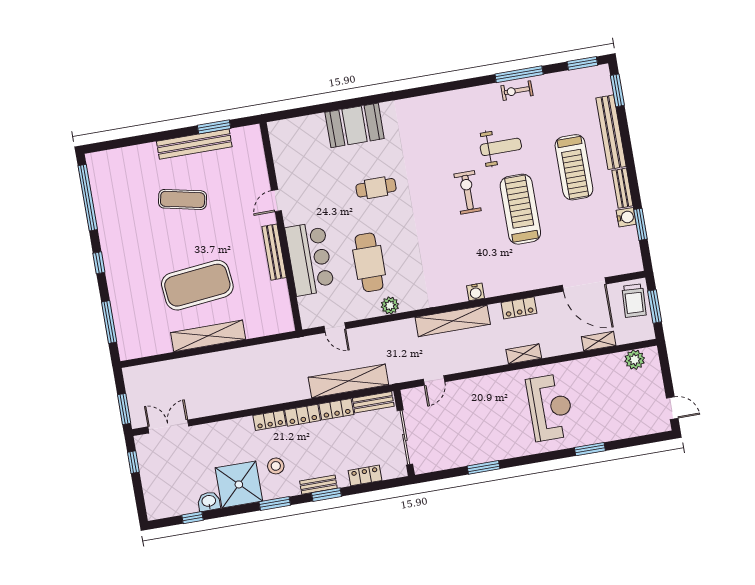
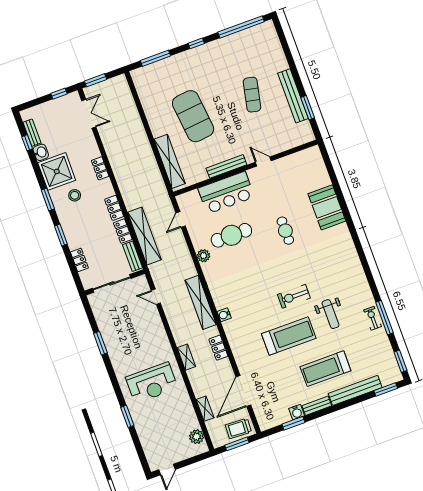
exercise bike: (468, 192) -> (294, 296), turned 180
shelving: (208, 336) -> (170, 161), moved
locker: (269, 420) -> (100, 168), moved
bench: (318, 485) -> (32, 133), moved

